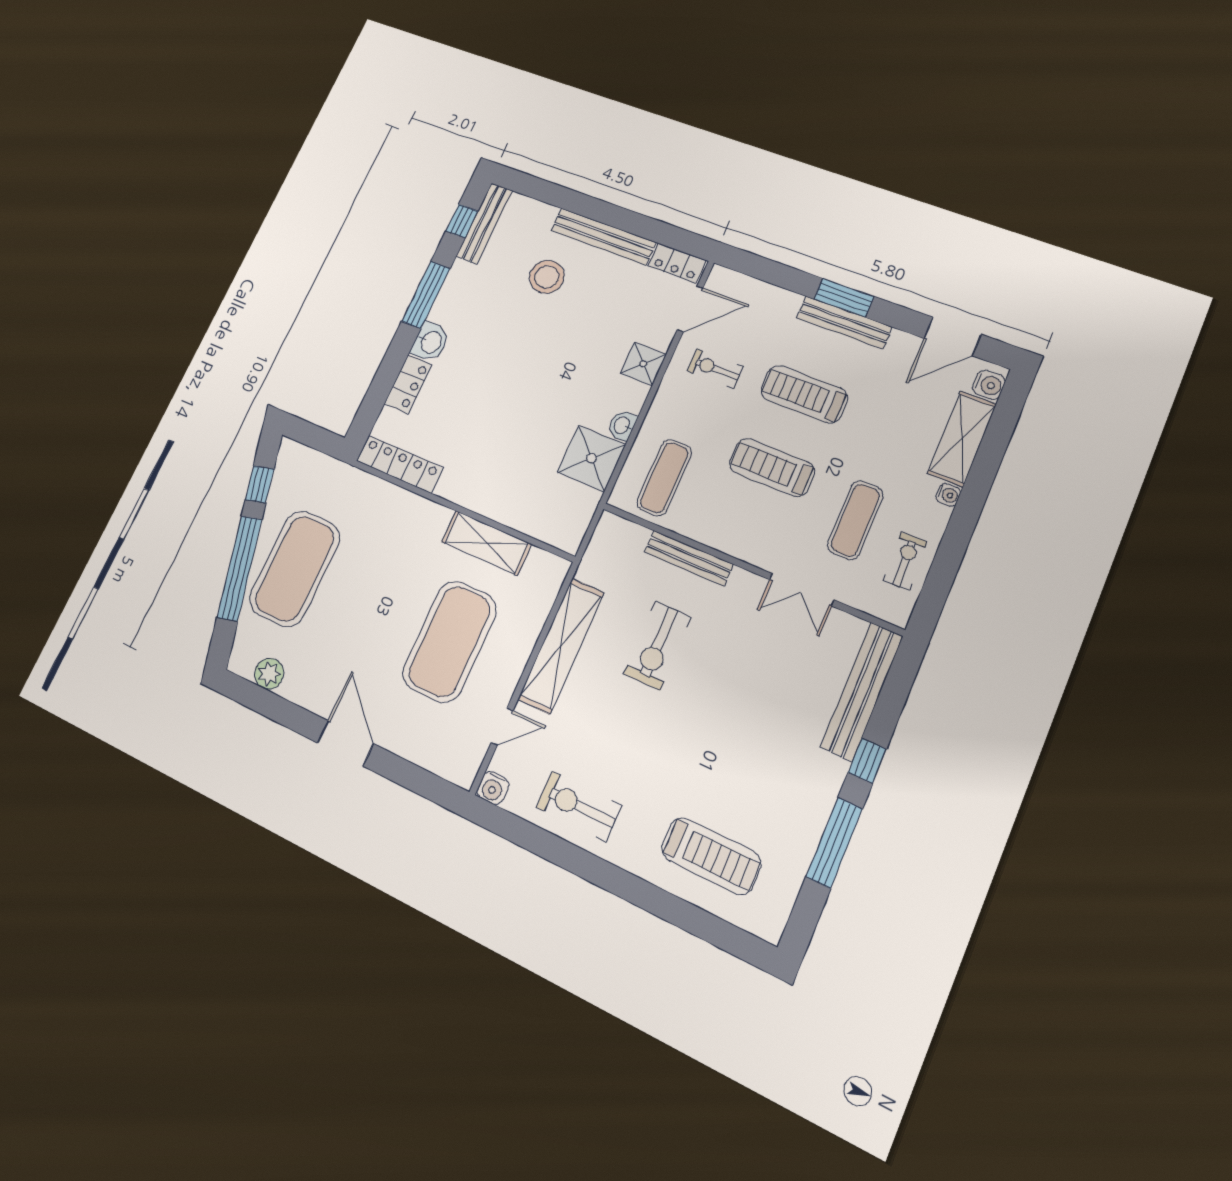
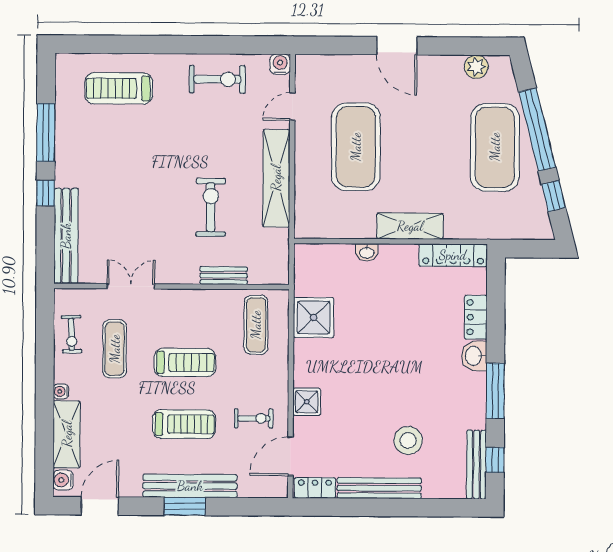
bench: (844, 322) -> (190, 486), width x1.37, depth x1.21
washbasin: (622, 425) -> (367, 252), moved, turned 90
shelving: (486, 543) -> (410, 226), moved
bench: (689, 558) -> (224, 276), width x0.73

